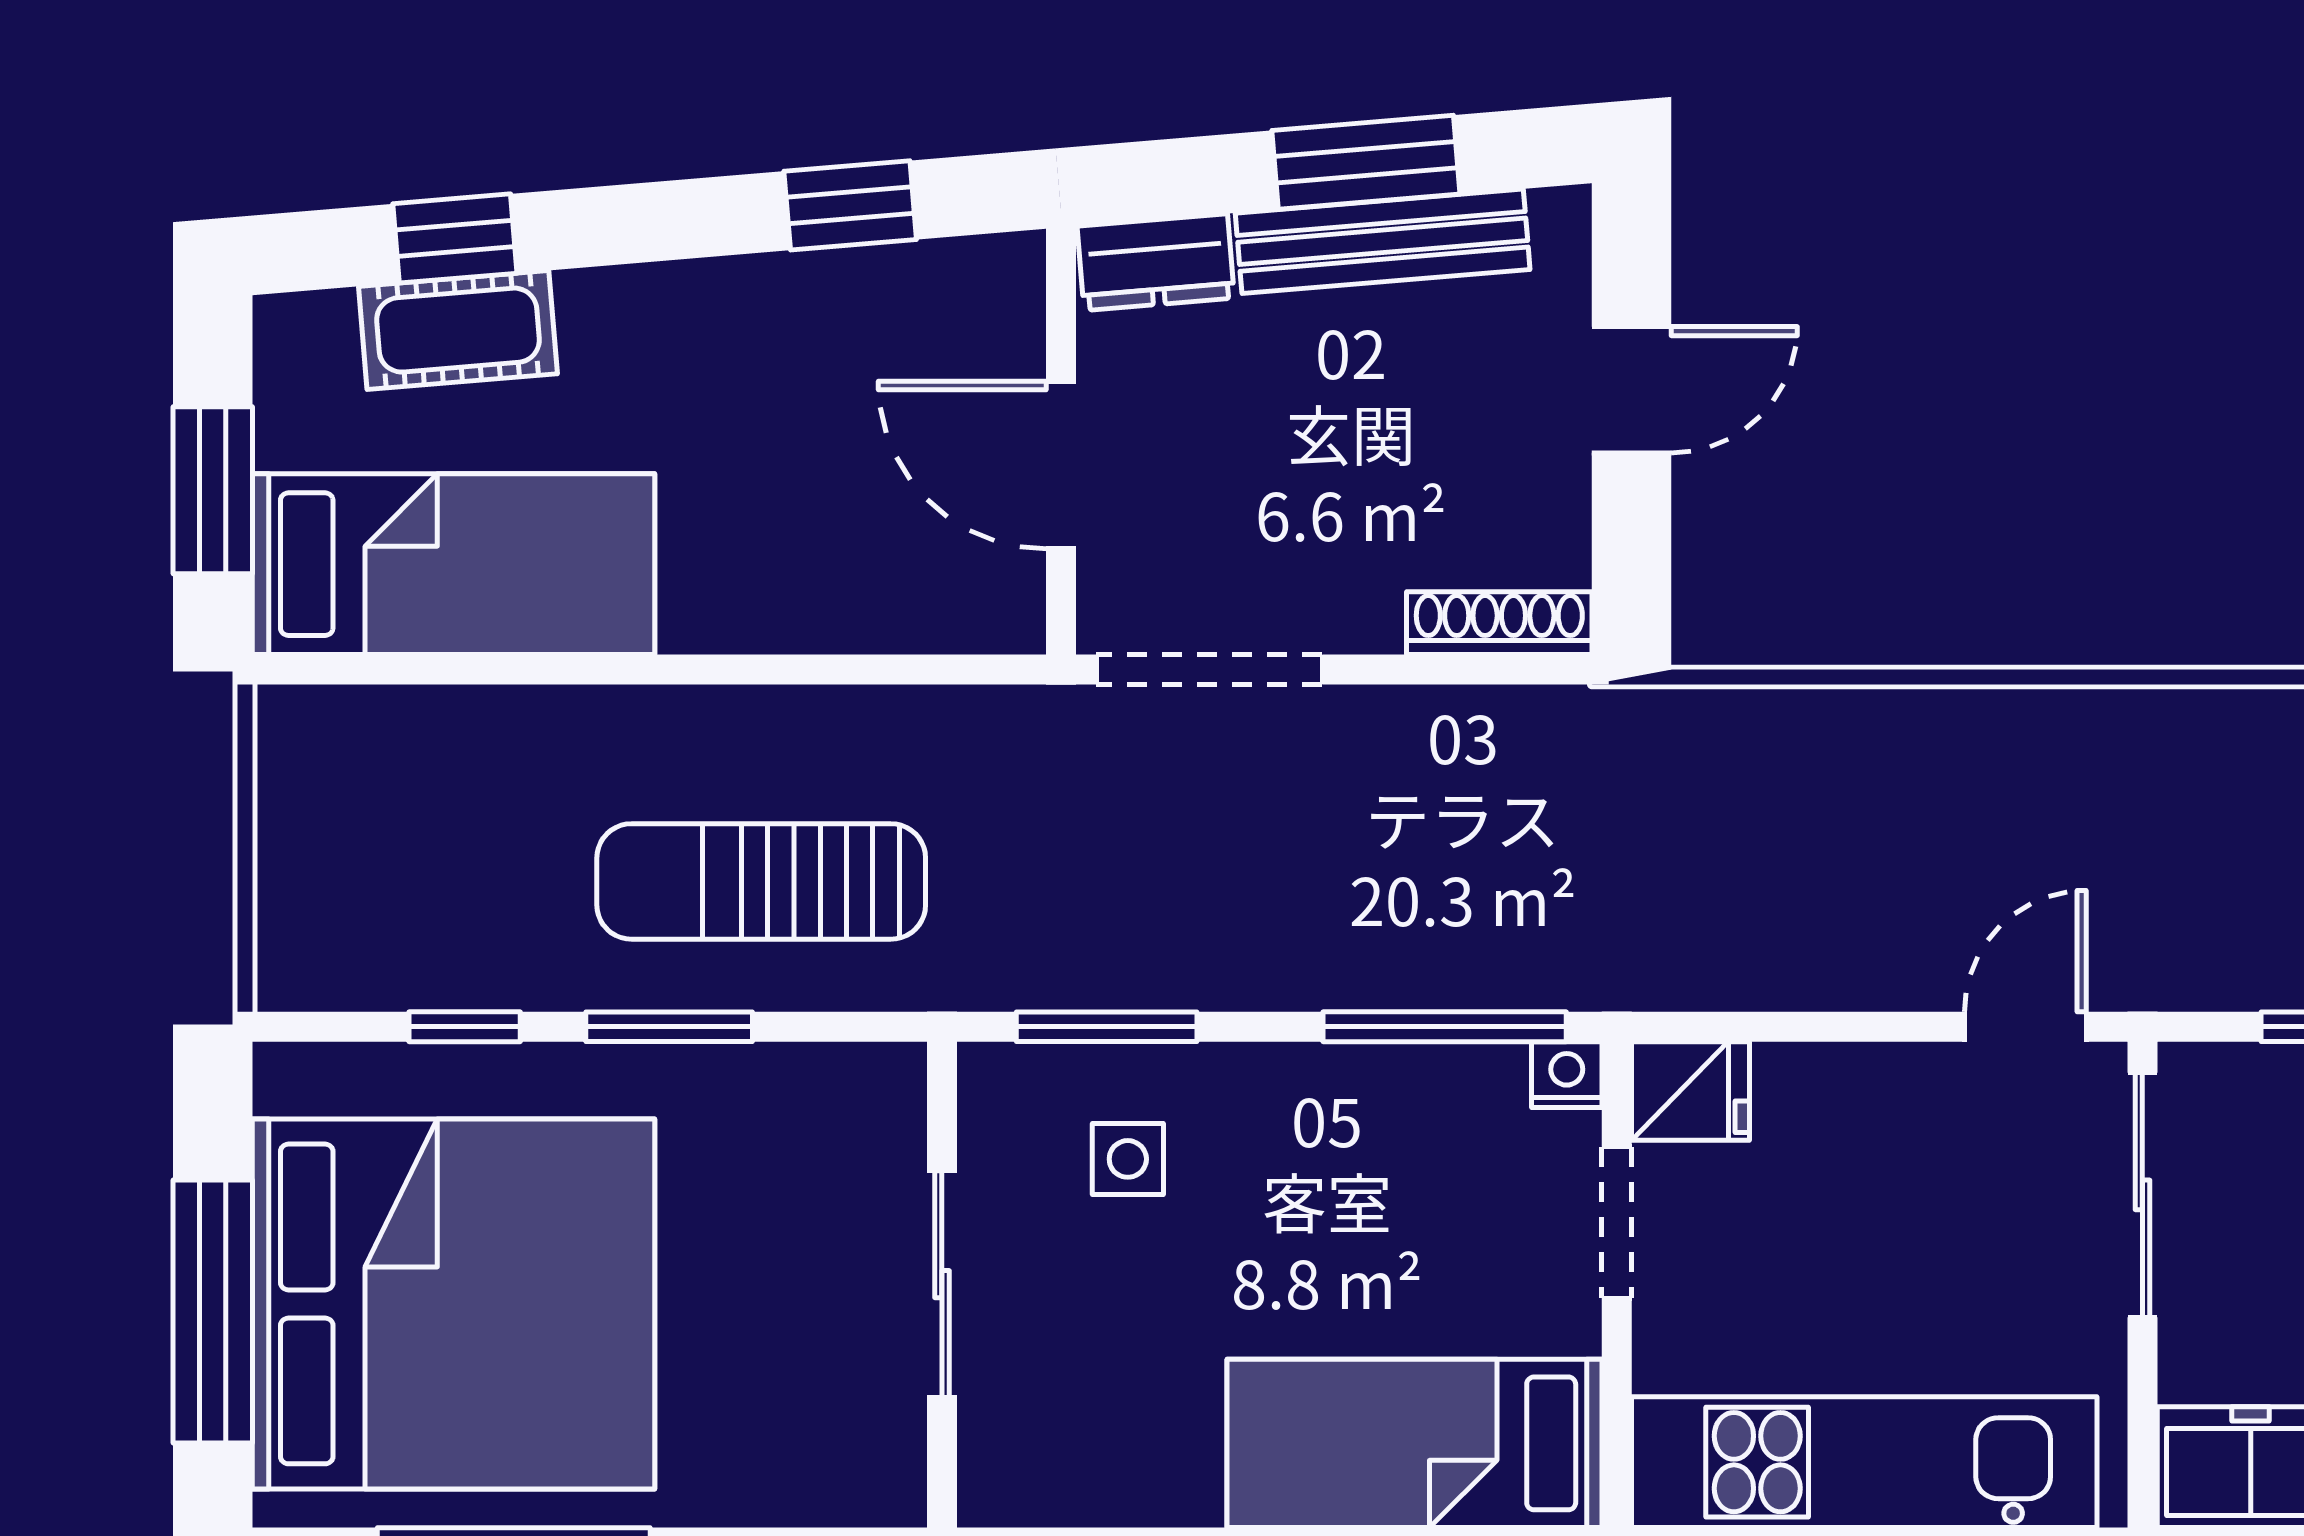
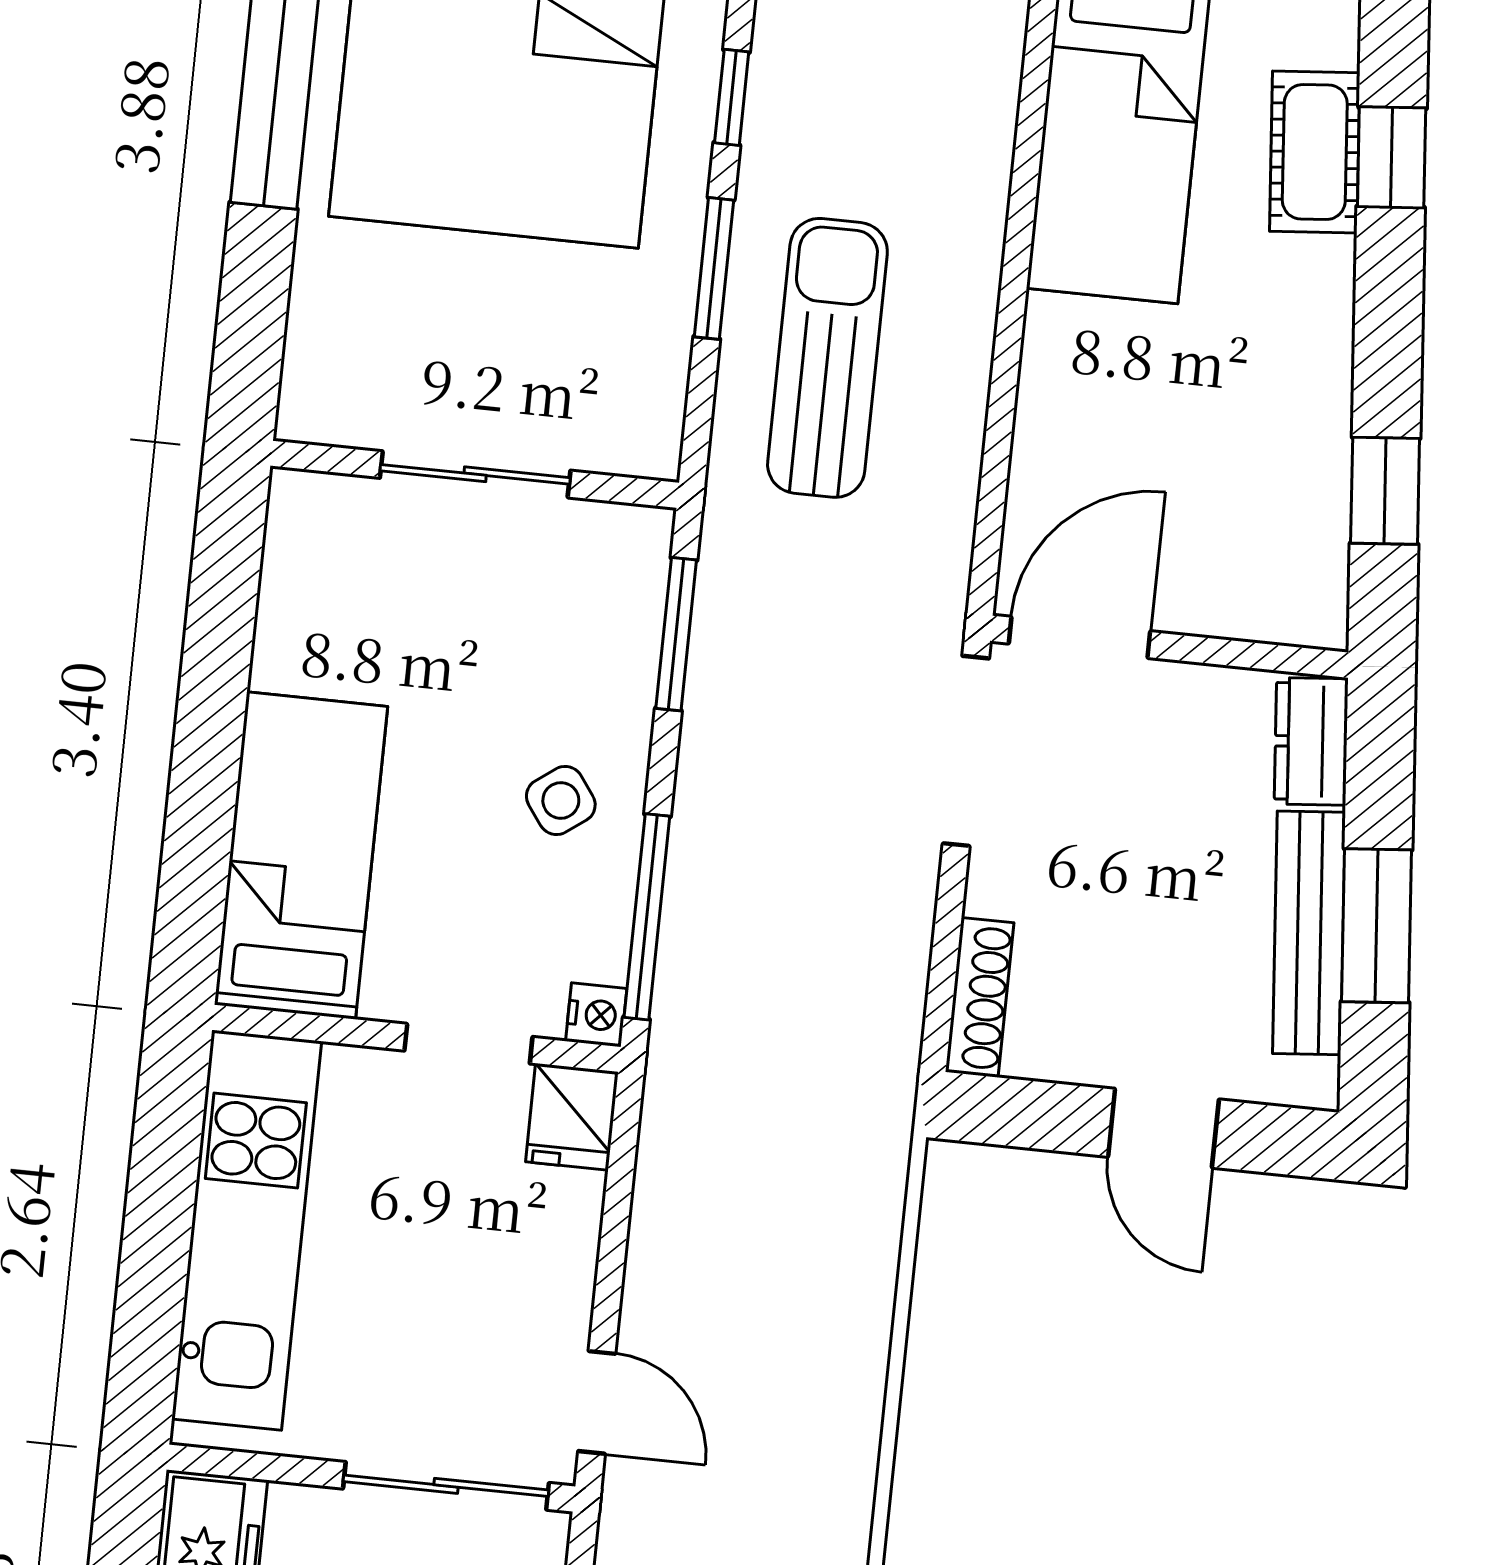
door: (1061, 465) -> (1080, 637), moved
side table: (1128, 1159) -> (561, 800), moved, turned -36

